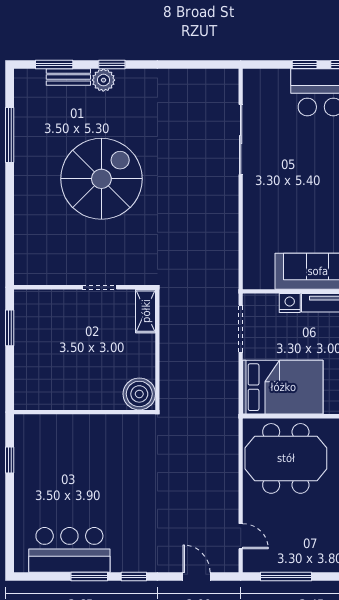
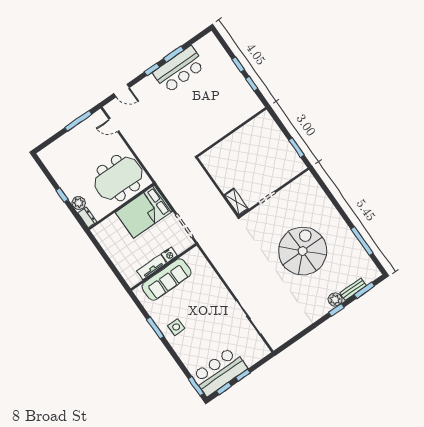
spiral stairs: (101, 179) -> (303, 251), turned 180
boiler: (139, 394) -> (211, 160), removed
window: (10, 499) -> (238, 64), added
bar counter: (69, 550) -> (179, 70), moved

